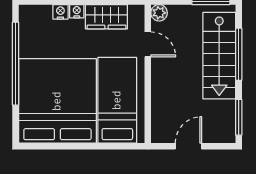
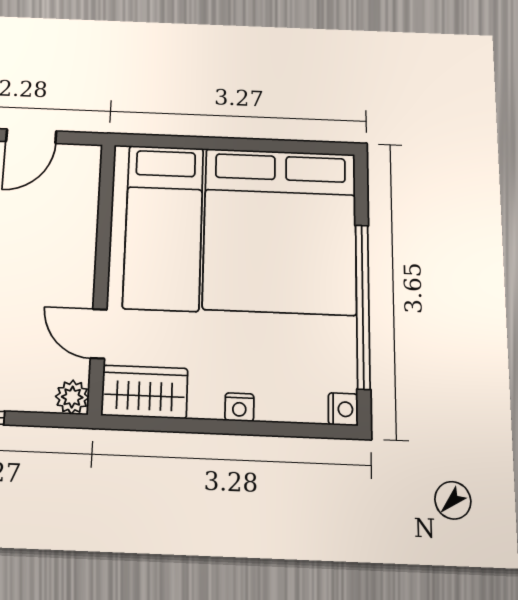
nightstand: (60, 12) -> (343, 409), moved, turned -90
wardrobe: (106, 17) -> (145, 392), moved

